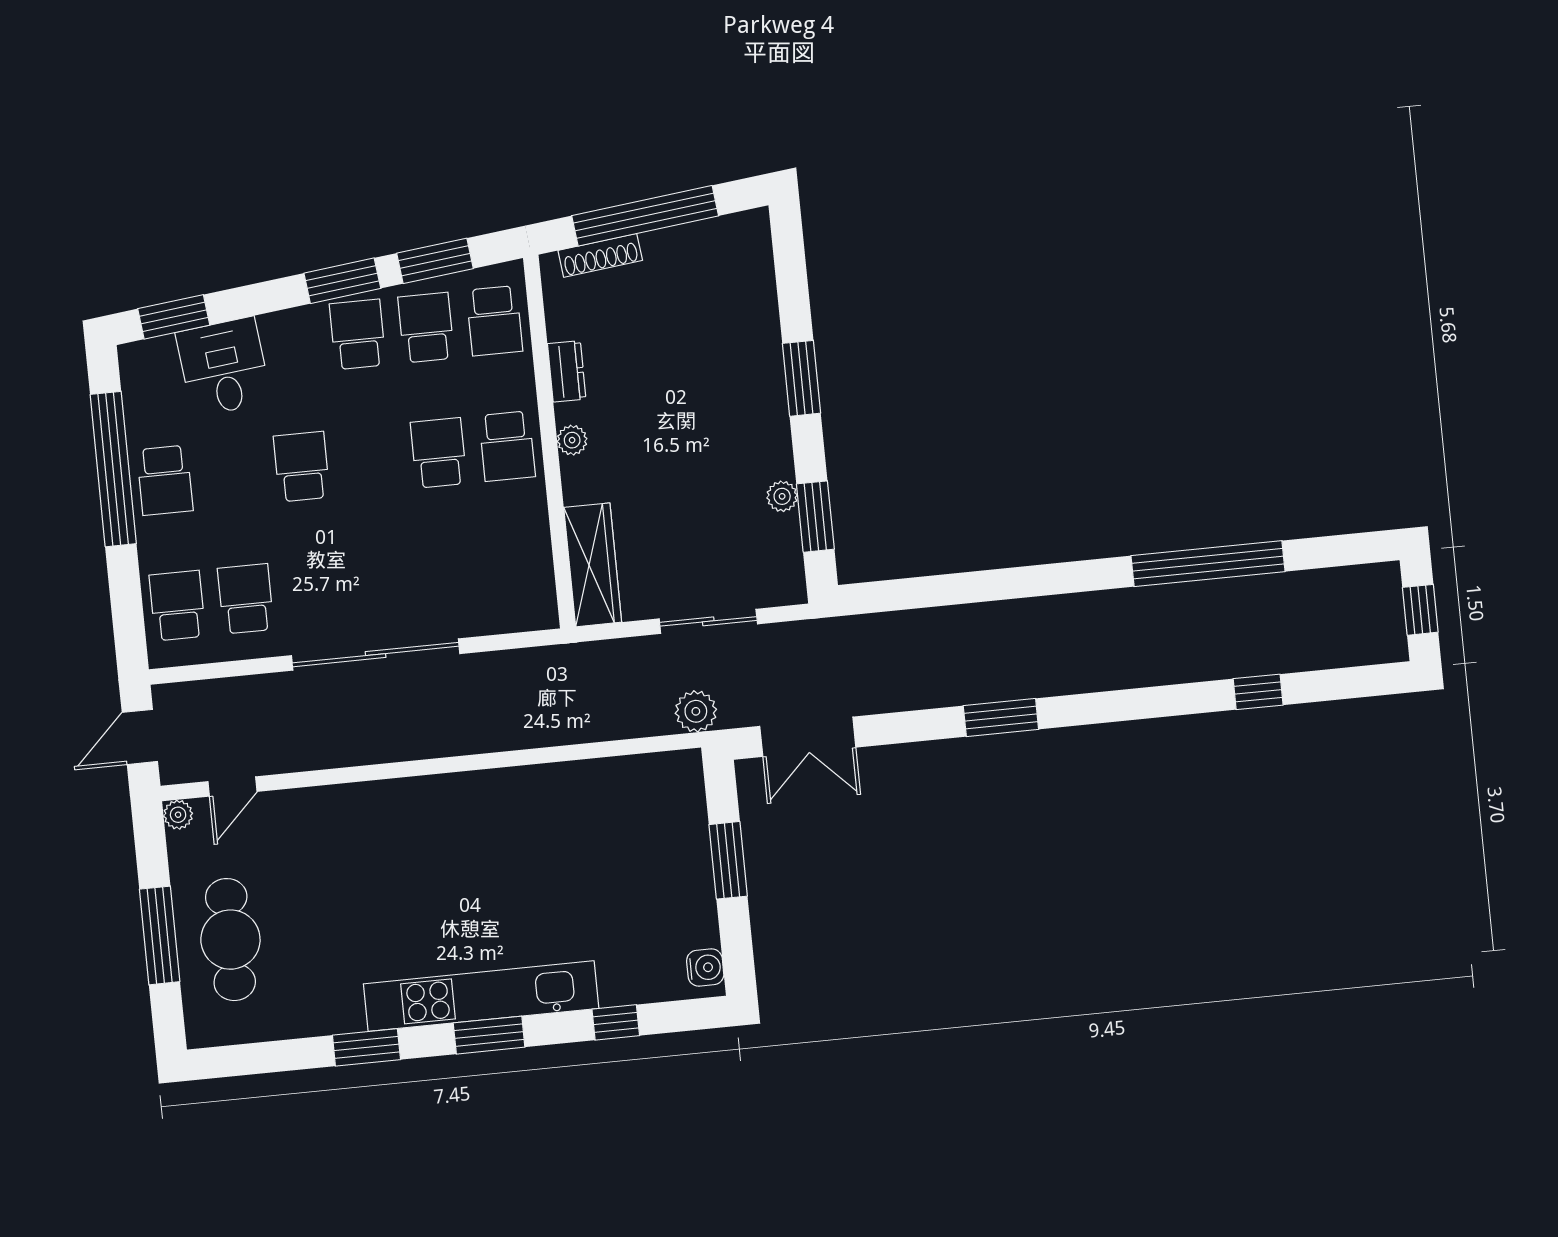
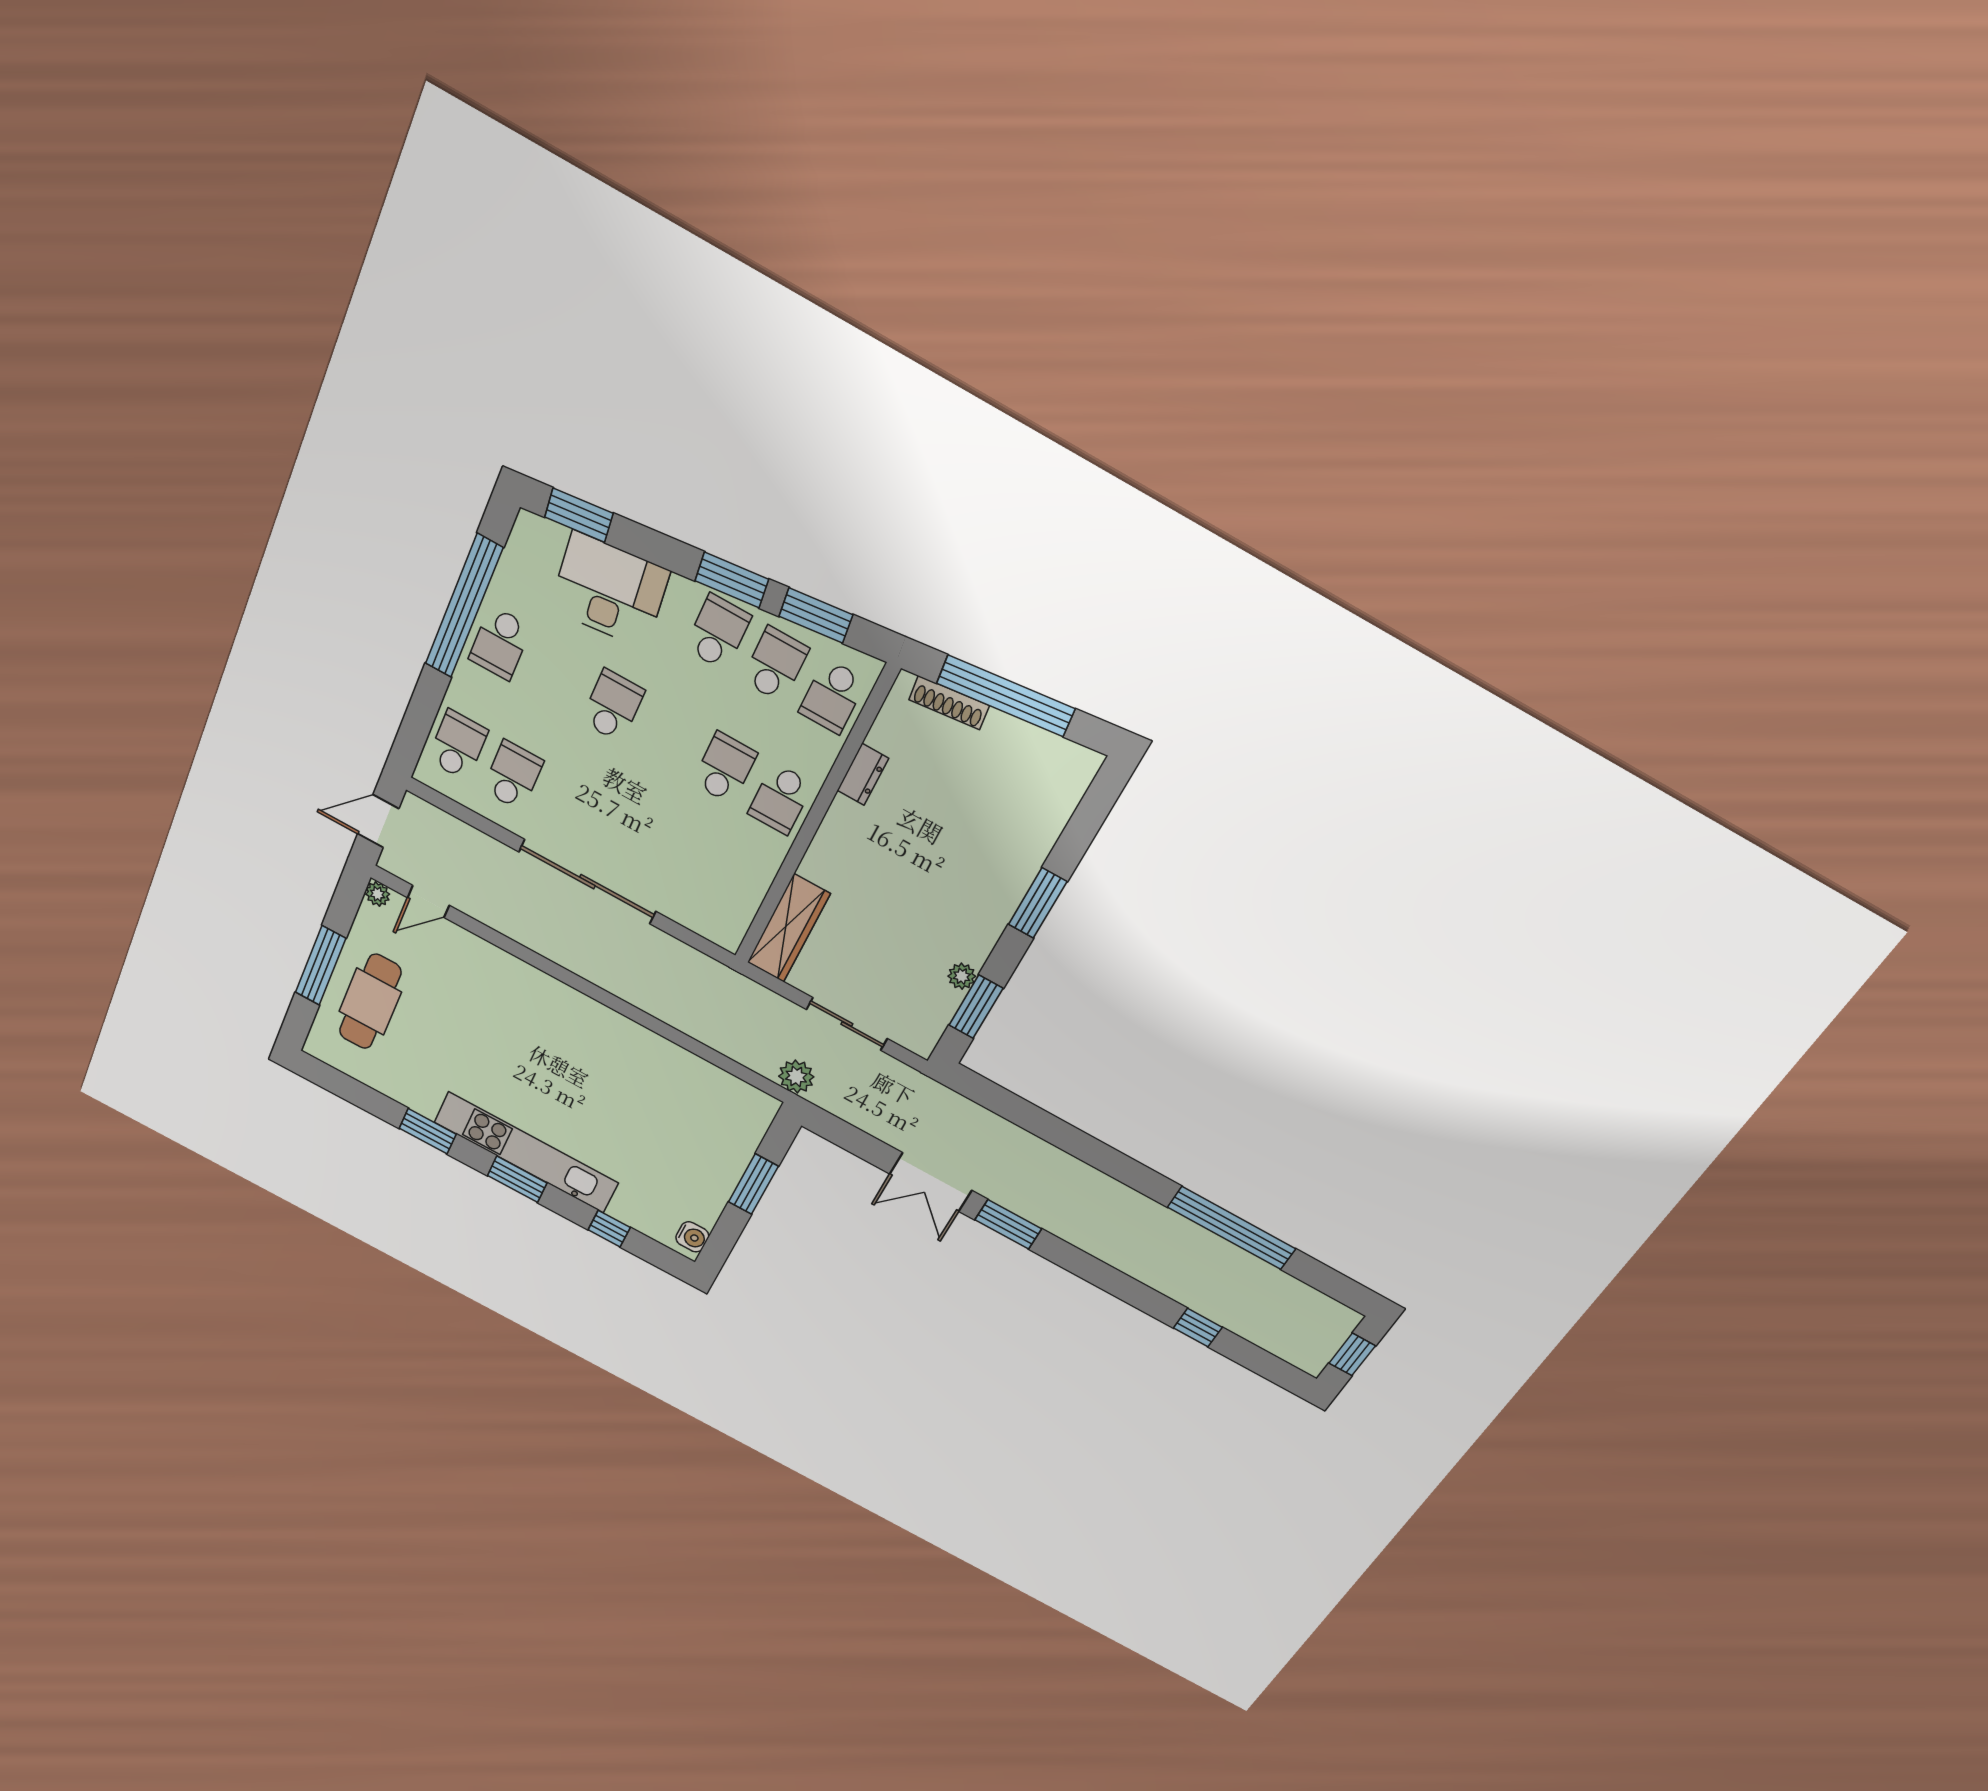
desk: (224, 367) -> (609, 590), width x1.37
plant: (572, 440) -> (833, 829), removed
double door: (808, 737) -> (931, 1182), moved

